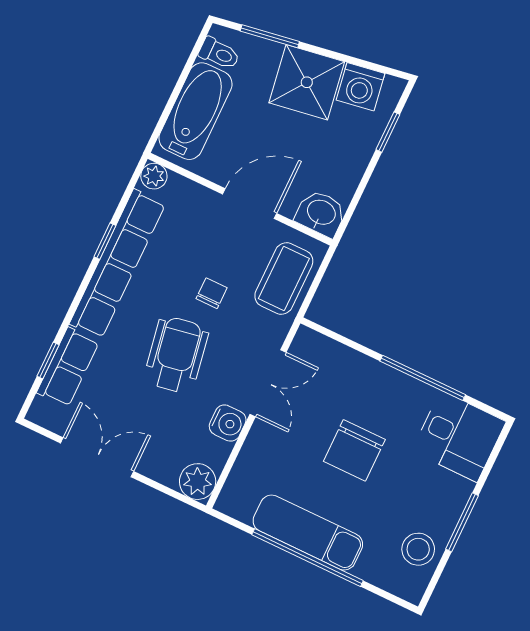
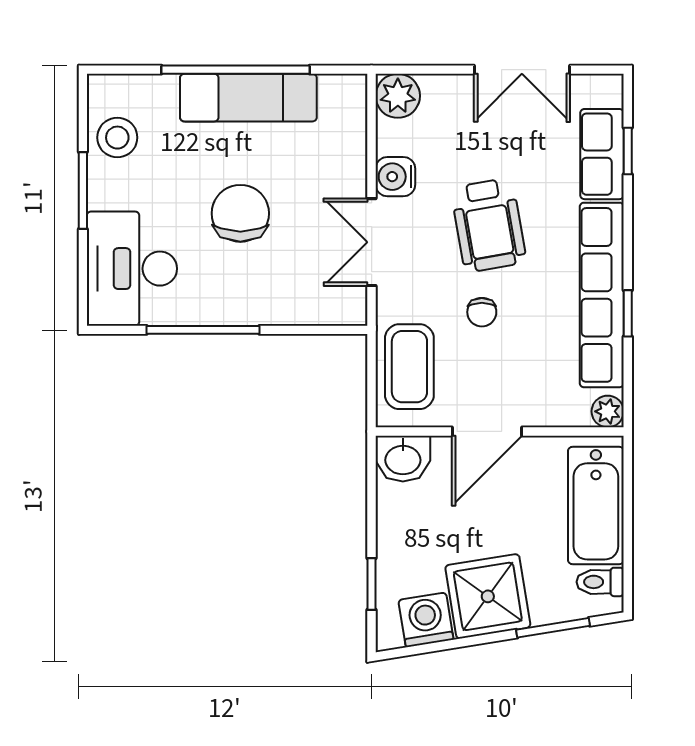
desk: (459, 436) -> (132, 269), width x1.37

